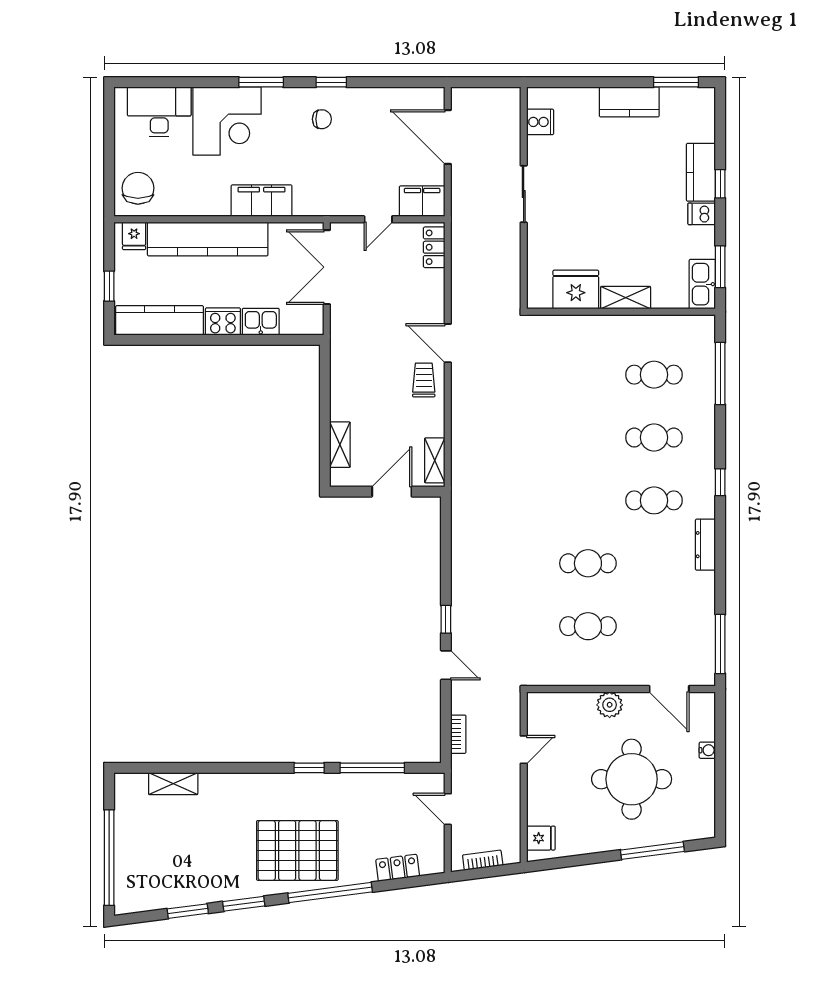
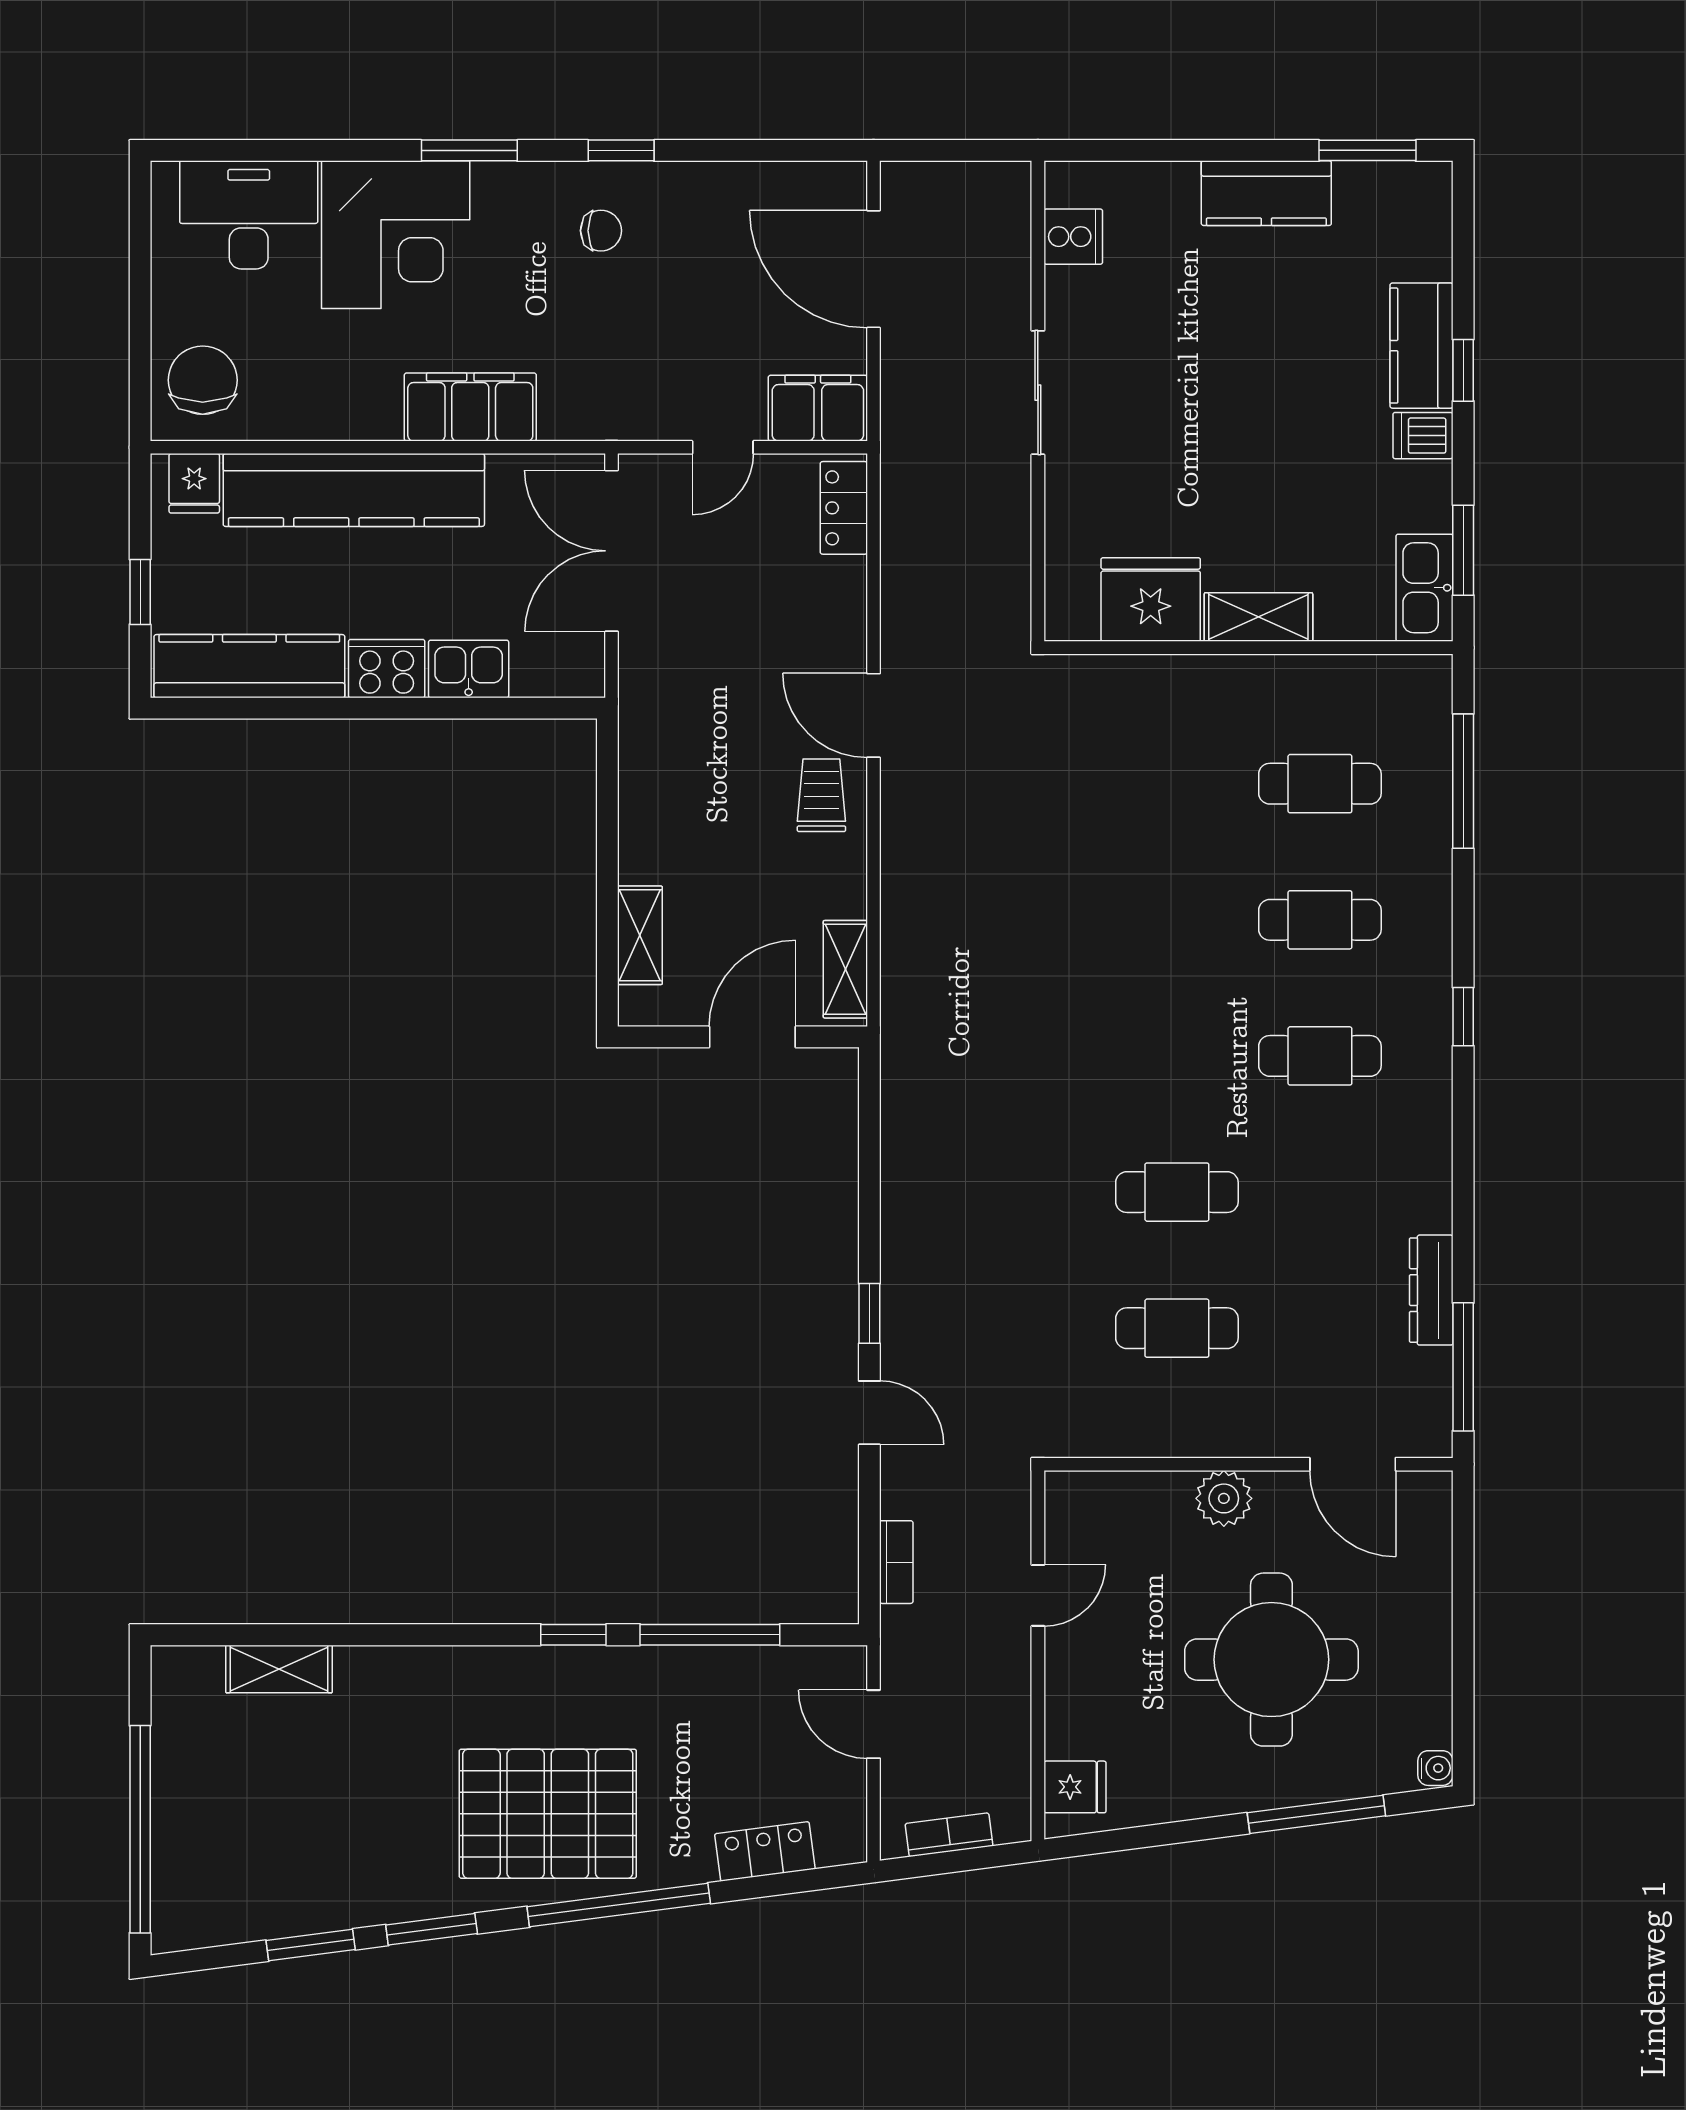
dresser: (705, 545) -> (1431, 1290), moved
water cooler: (707, 750) -> (1435, 1768), moved

